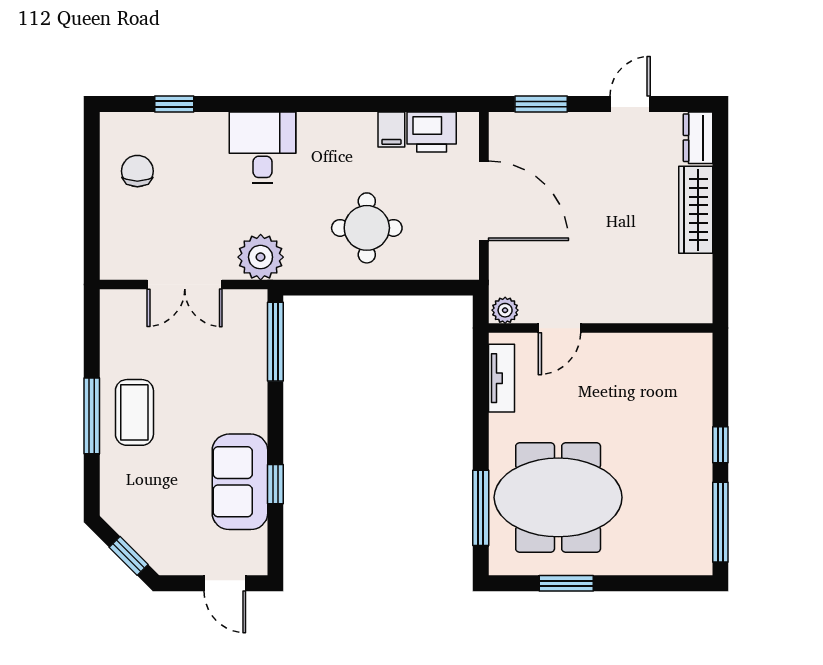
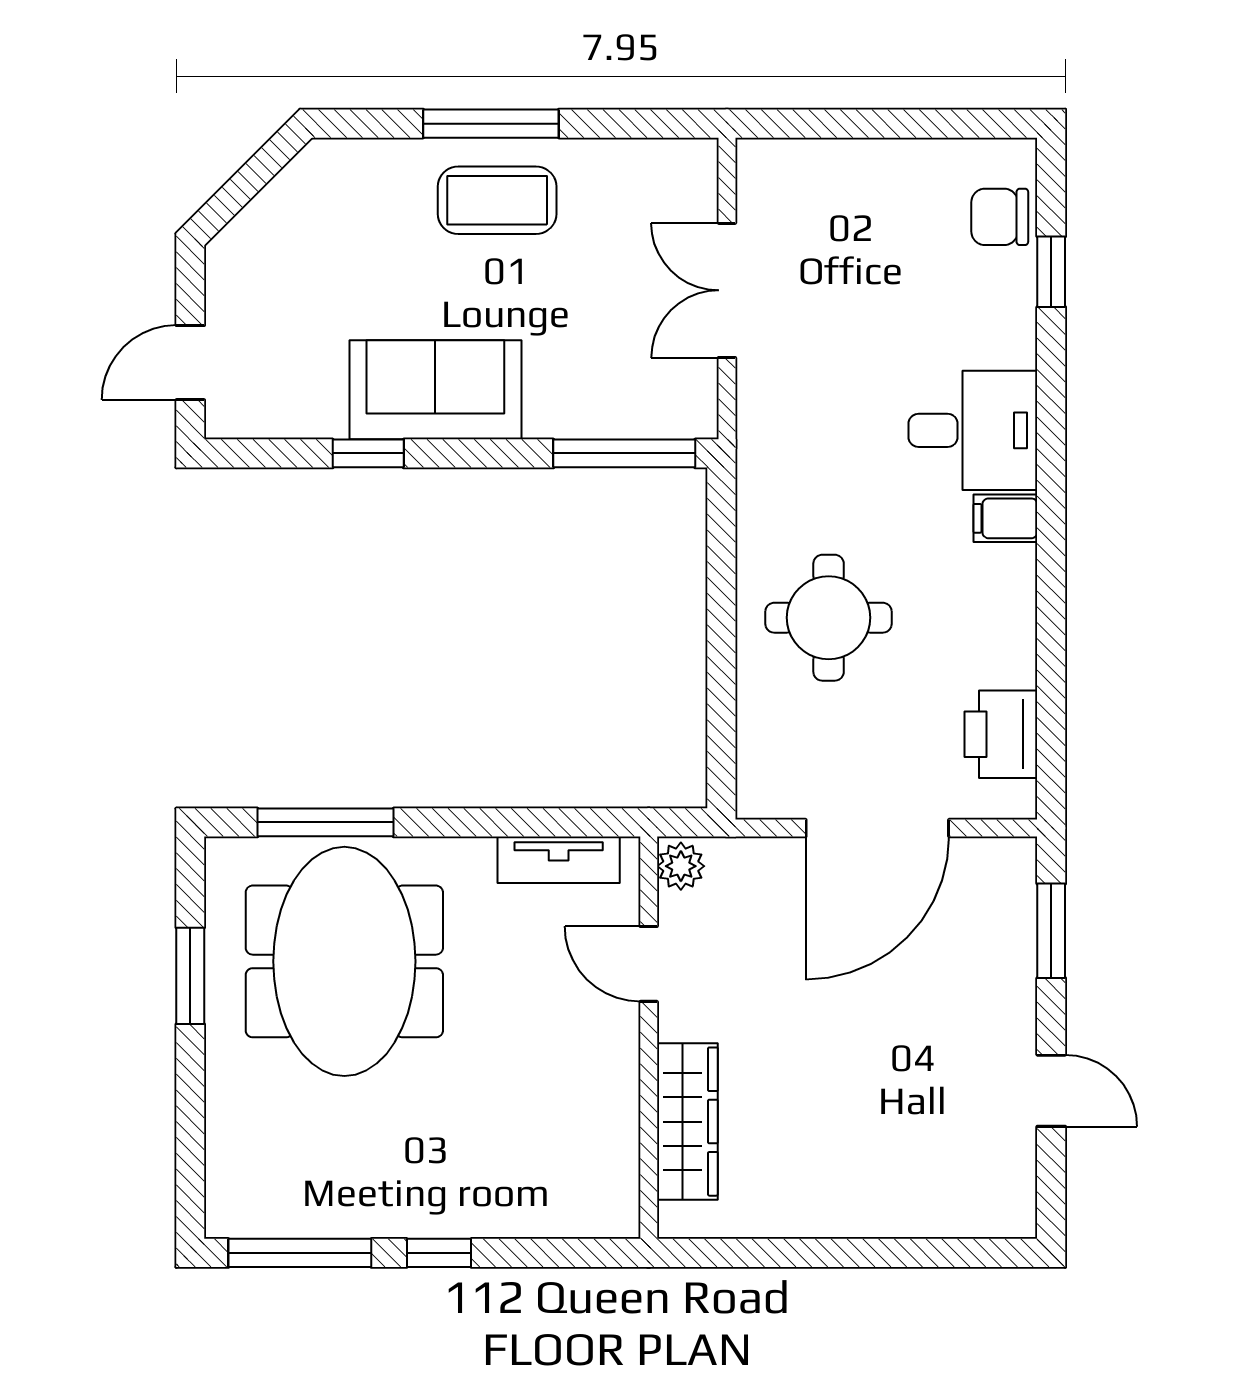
filing cabinet: (391, 129) -> (1005, 518), moved
dresser: (698, 138) -> (991, 1213), removed
chair: (137, 171) -> (1000, 217), moved, turned 180
wardrobe: (696, 210) -> (687, 1122), moved, turned 90
plant: (261, 257) -> (776, 427), removed
sofa: (240, 482) -> (435, 390), moved
window: (129, 556) -> (240, 190), removed

